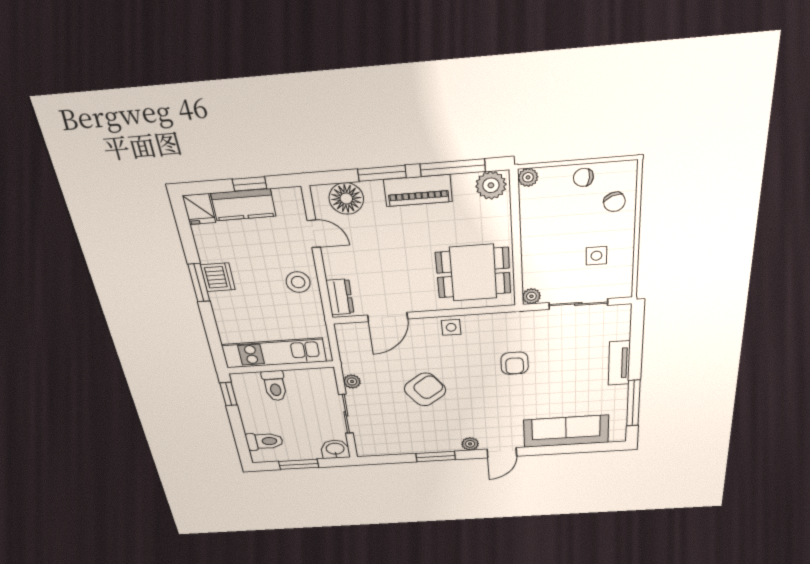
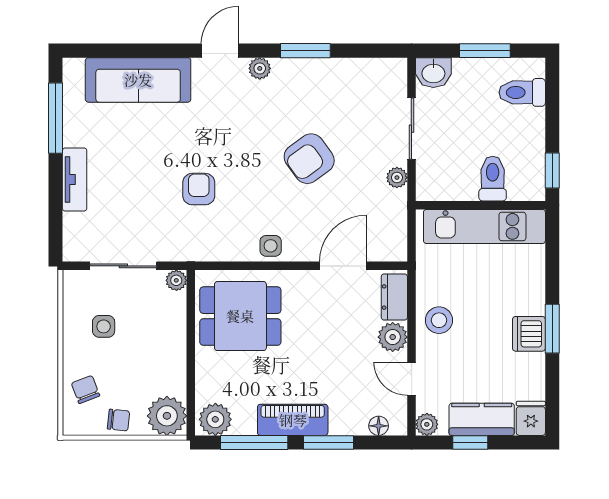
plant: (528, 177) -> (167, 416), width x1.88, depth x1.88
plant: (293, 196) -> (427, 424), added
floor lamp: (346, 199) -> (379, 426), width x0.53, depth x0.53
plant: (336, 266) -> (393, 337), added

